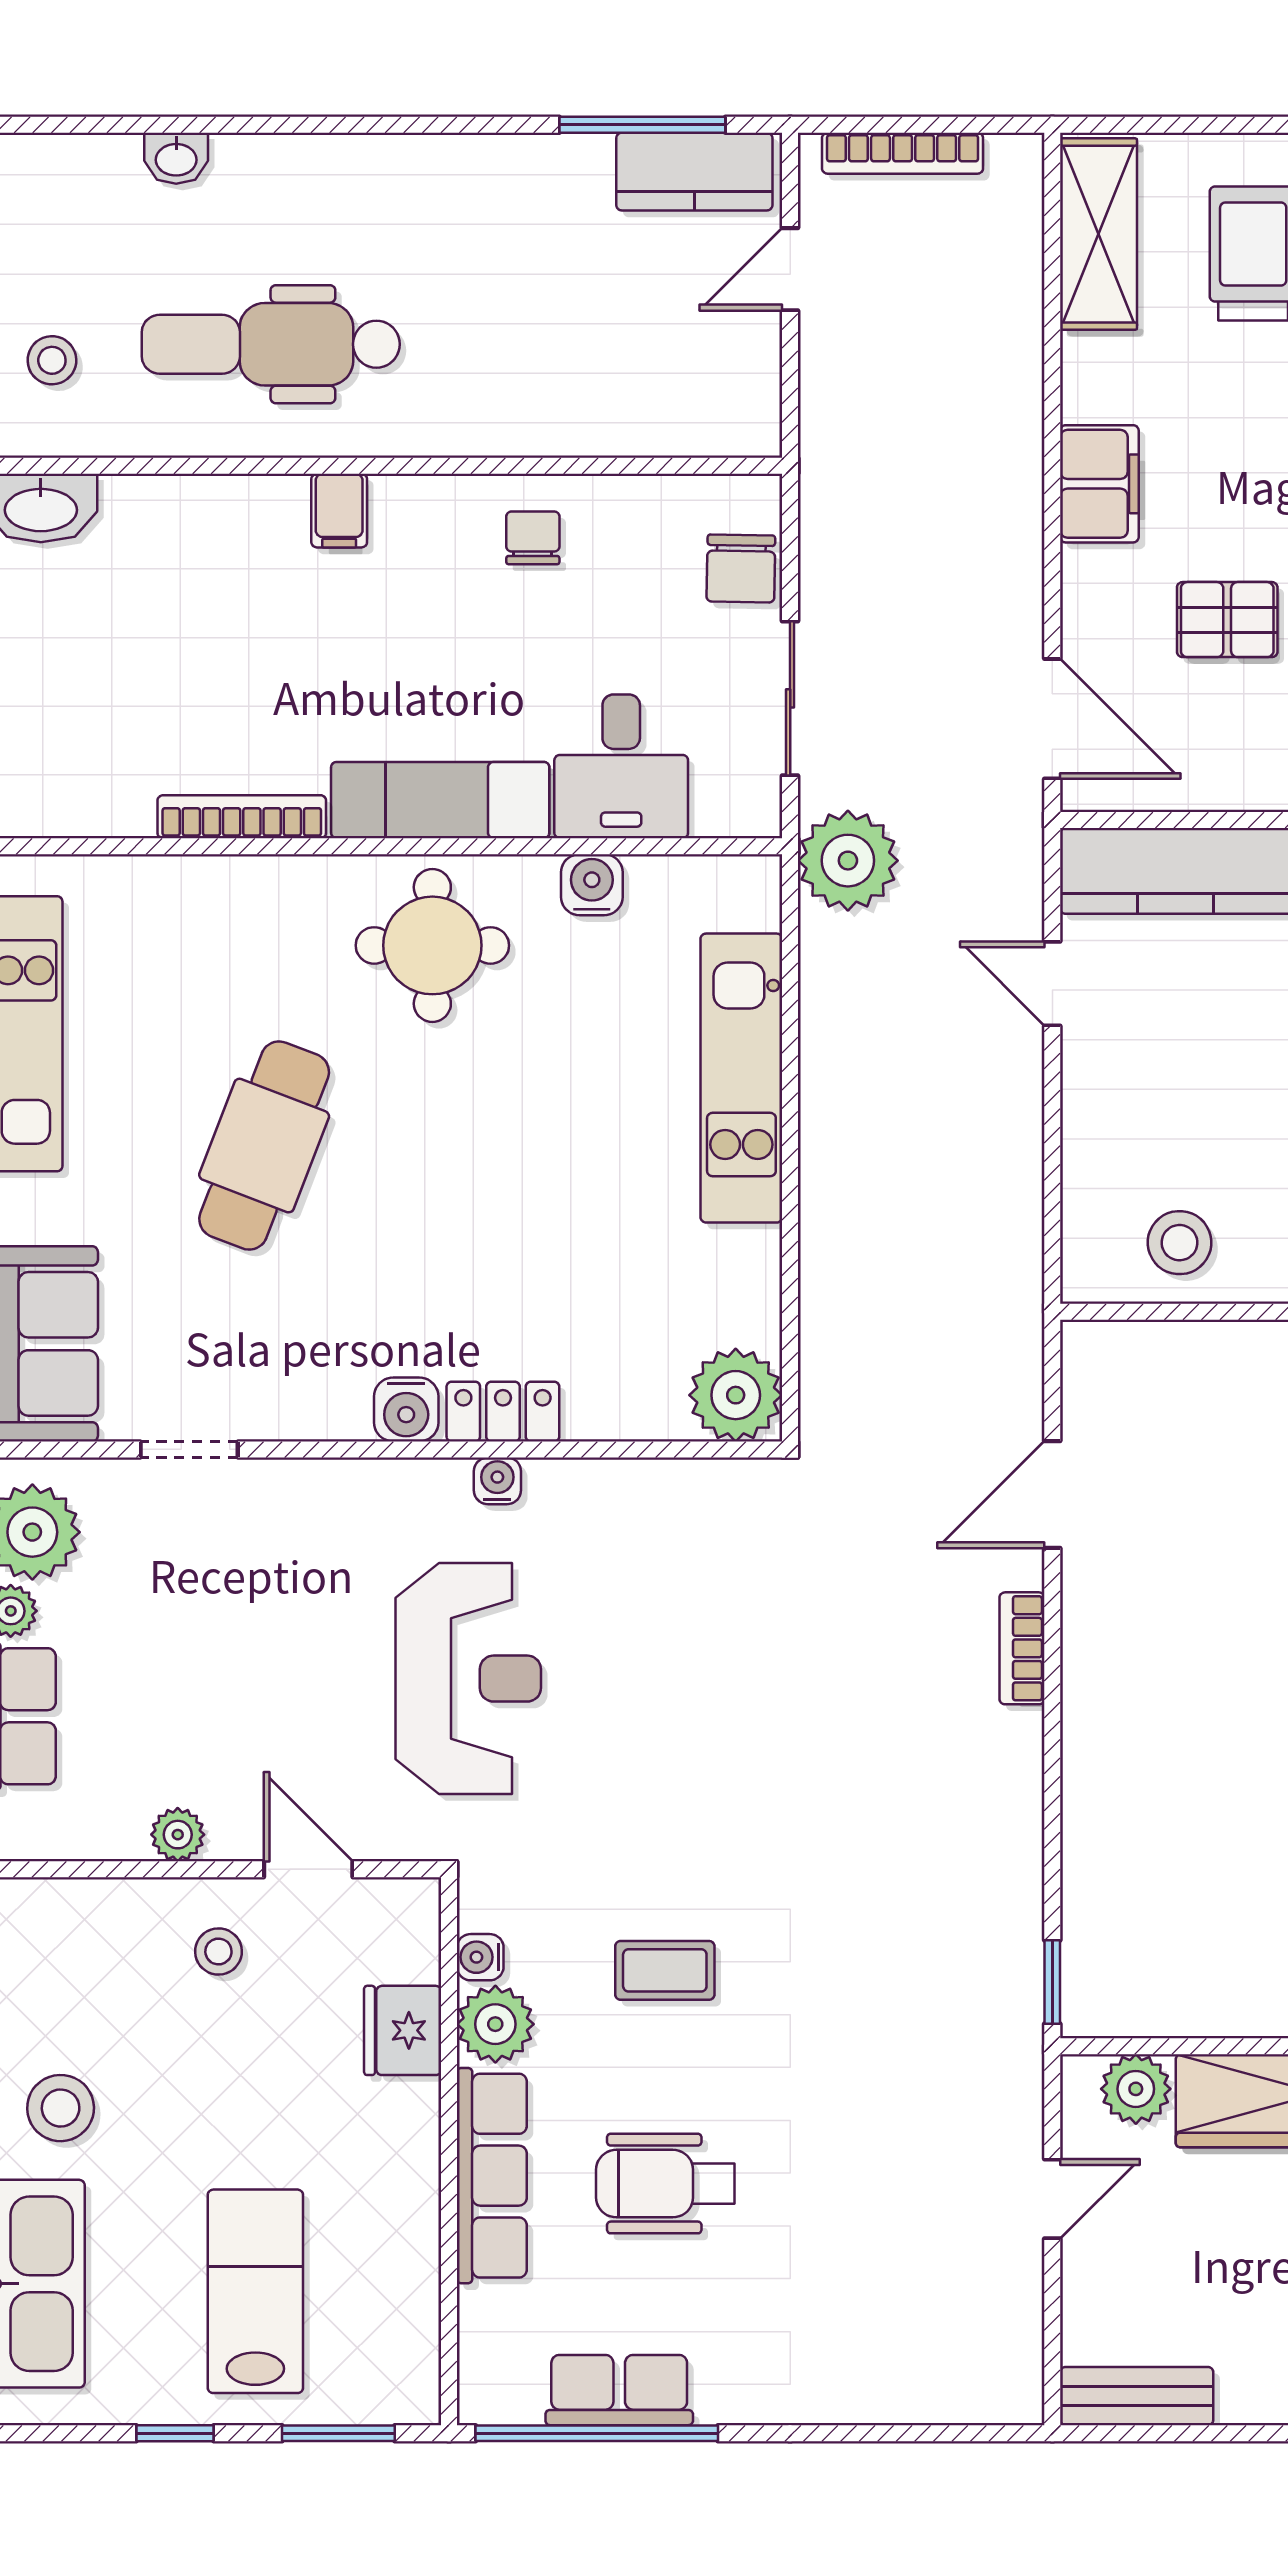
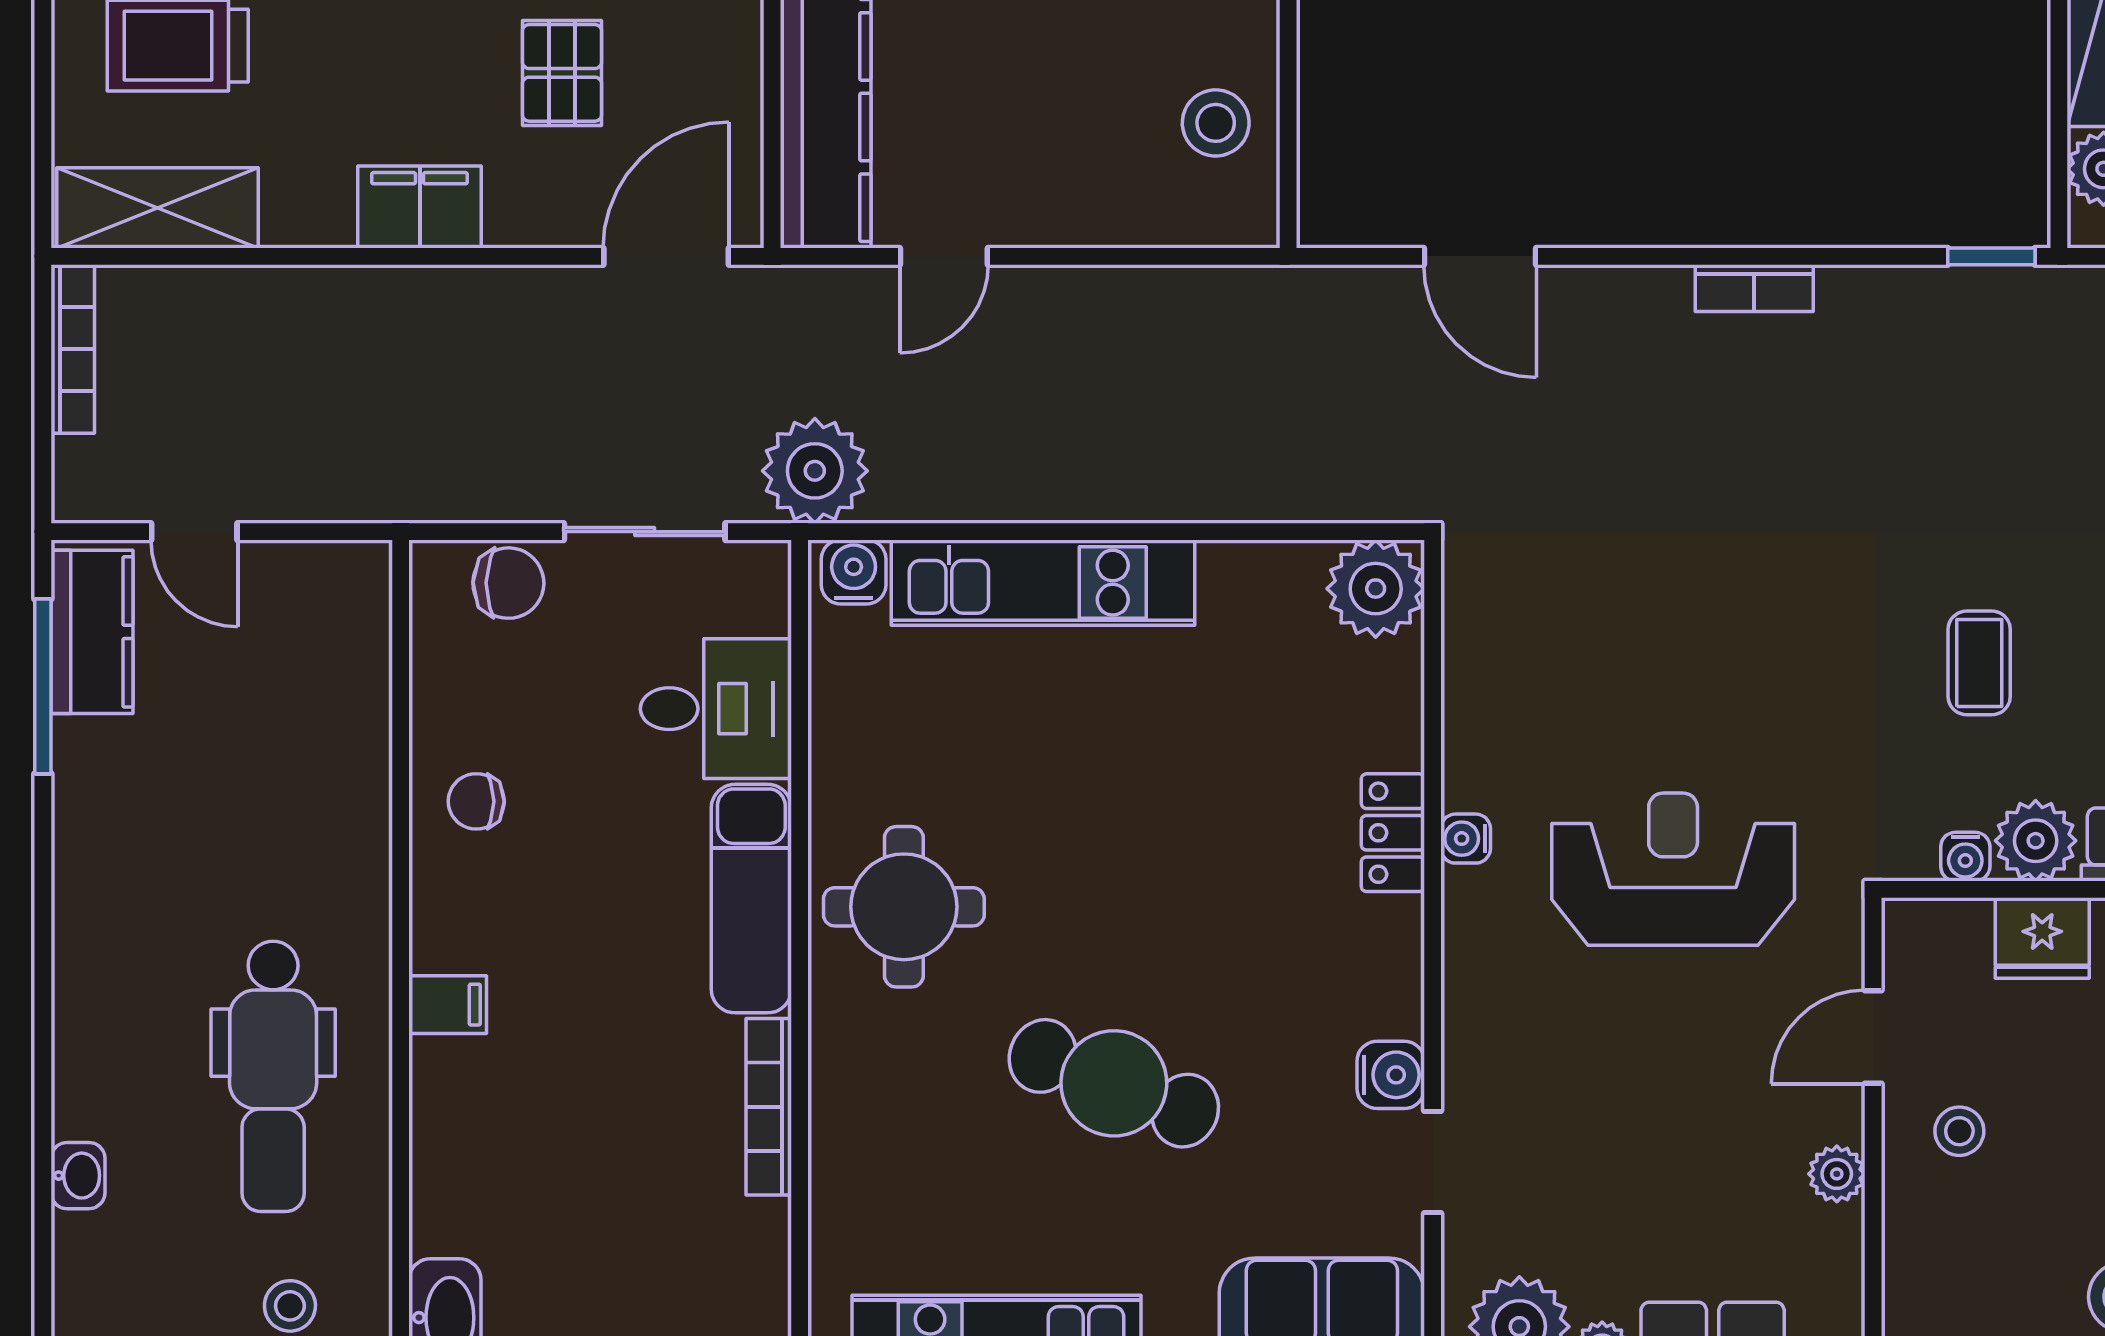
bookcase: (903, 153) -> (73, 349), moved
water cooler: (592, 885) -> (854, 572), moved, turned 90
water cooler: (406, 1409) -> (1391, 1075), moved
bookcase: (1022, 1648) -> (1754, 288), moved

